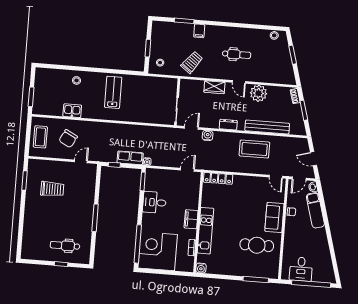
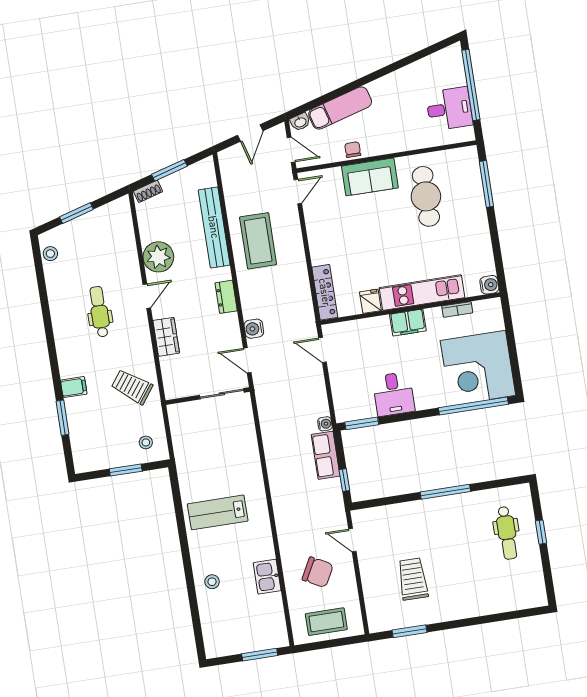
fridge: (207, 202) -> (370, 301), added

